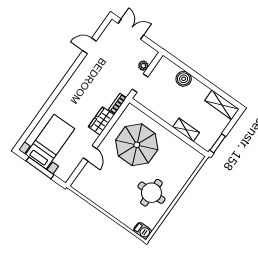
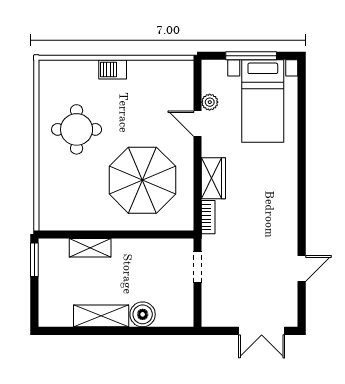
plant: (143, 66) -> (210, 102), moved
shelving: (222, 105) -> (101, 316), moved
barbecue: (143, 231) -> (113, 69), moved

